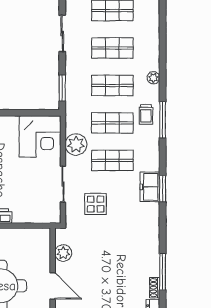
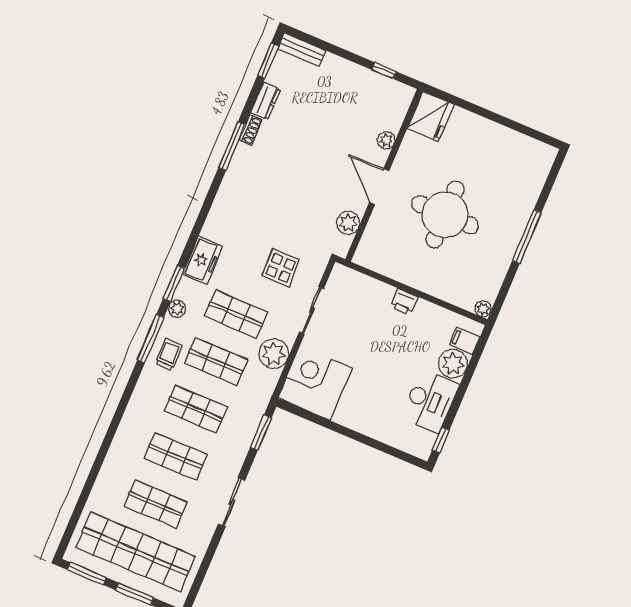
plant: (153, 78) -> (177, 309), moved
window: (163, 189) -> (174, 283), moved

